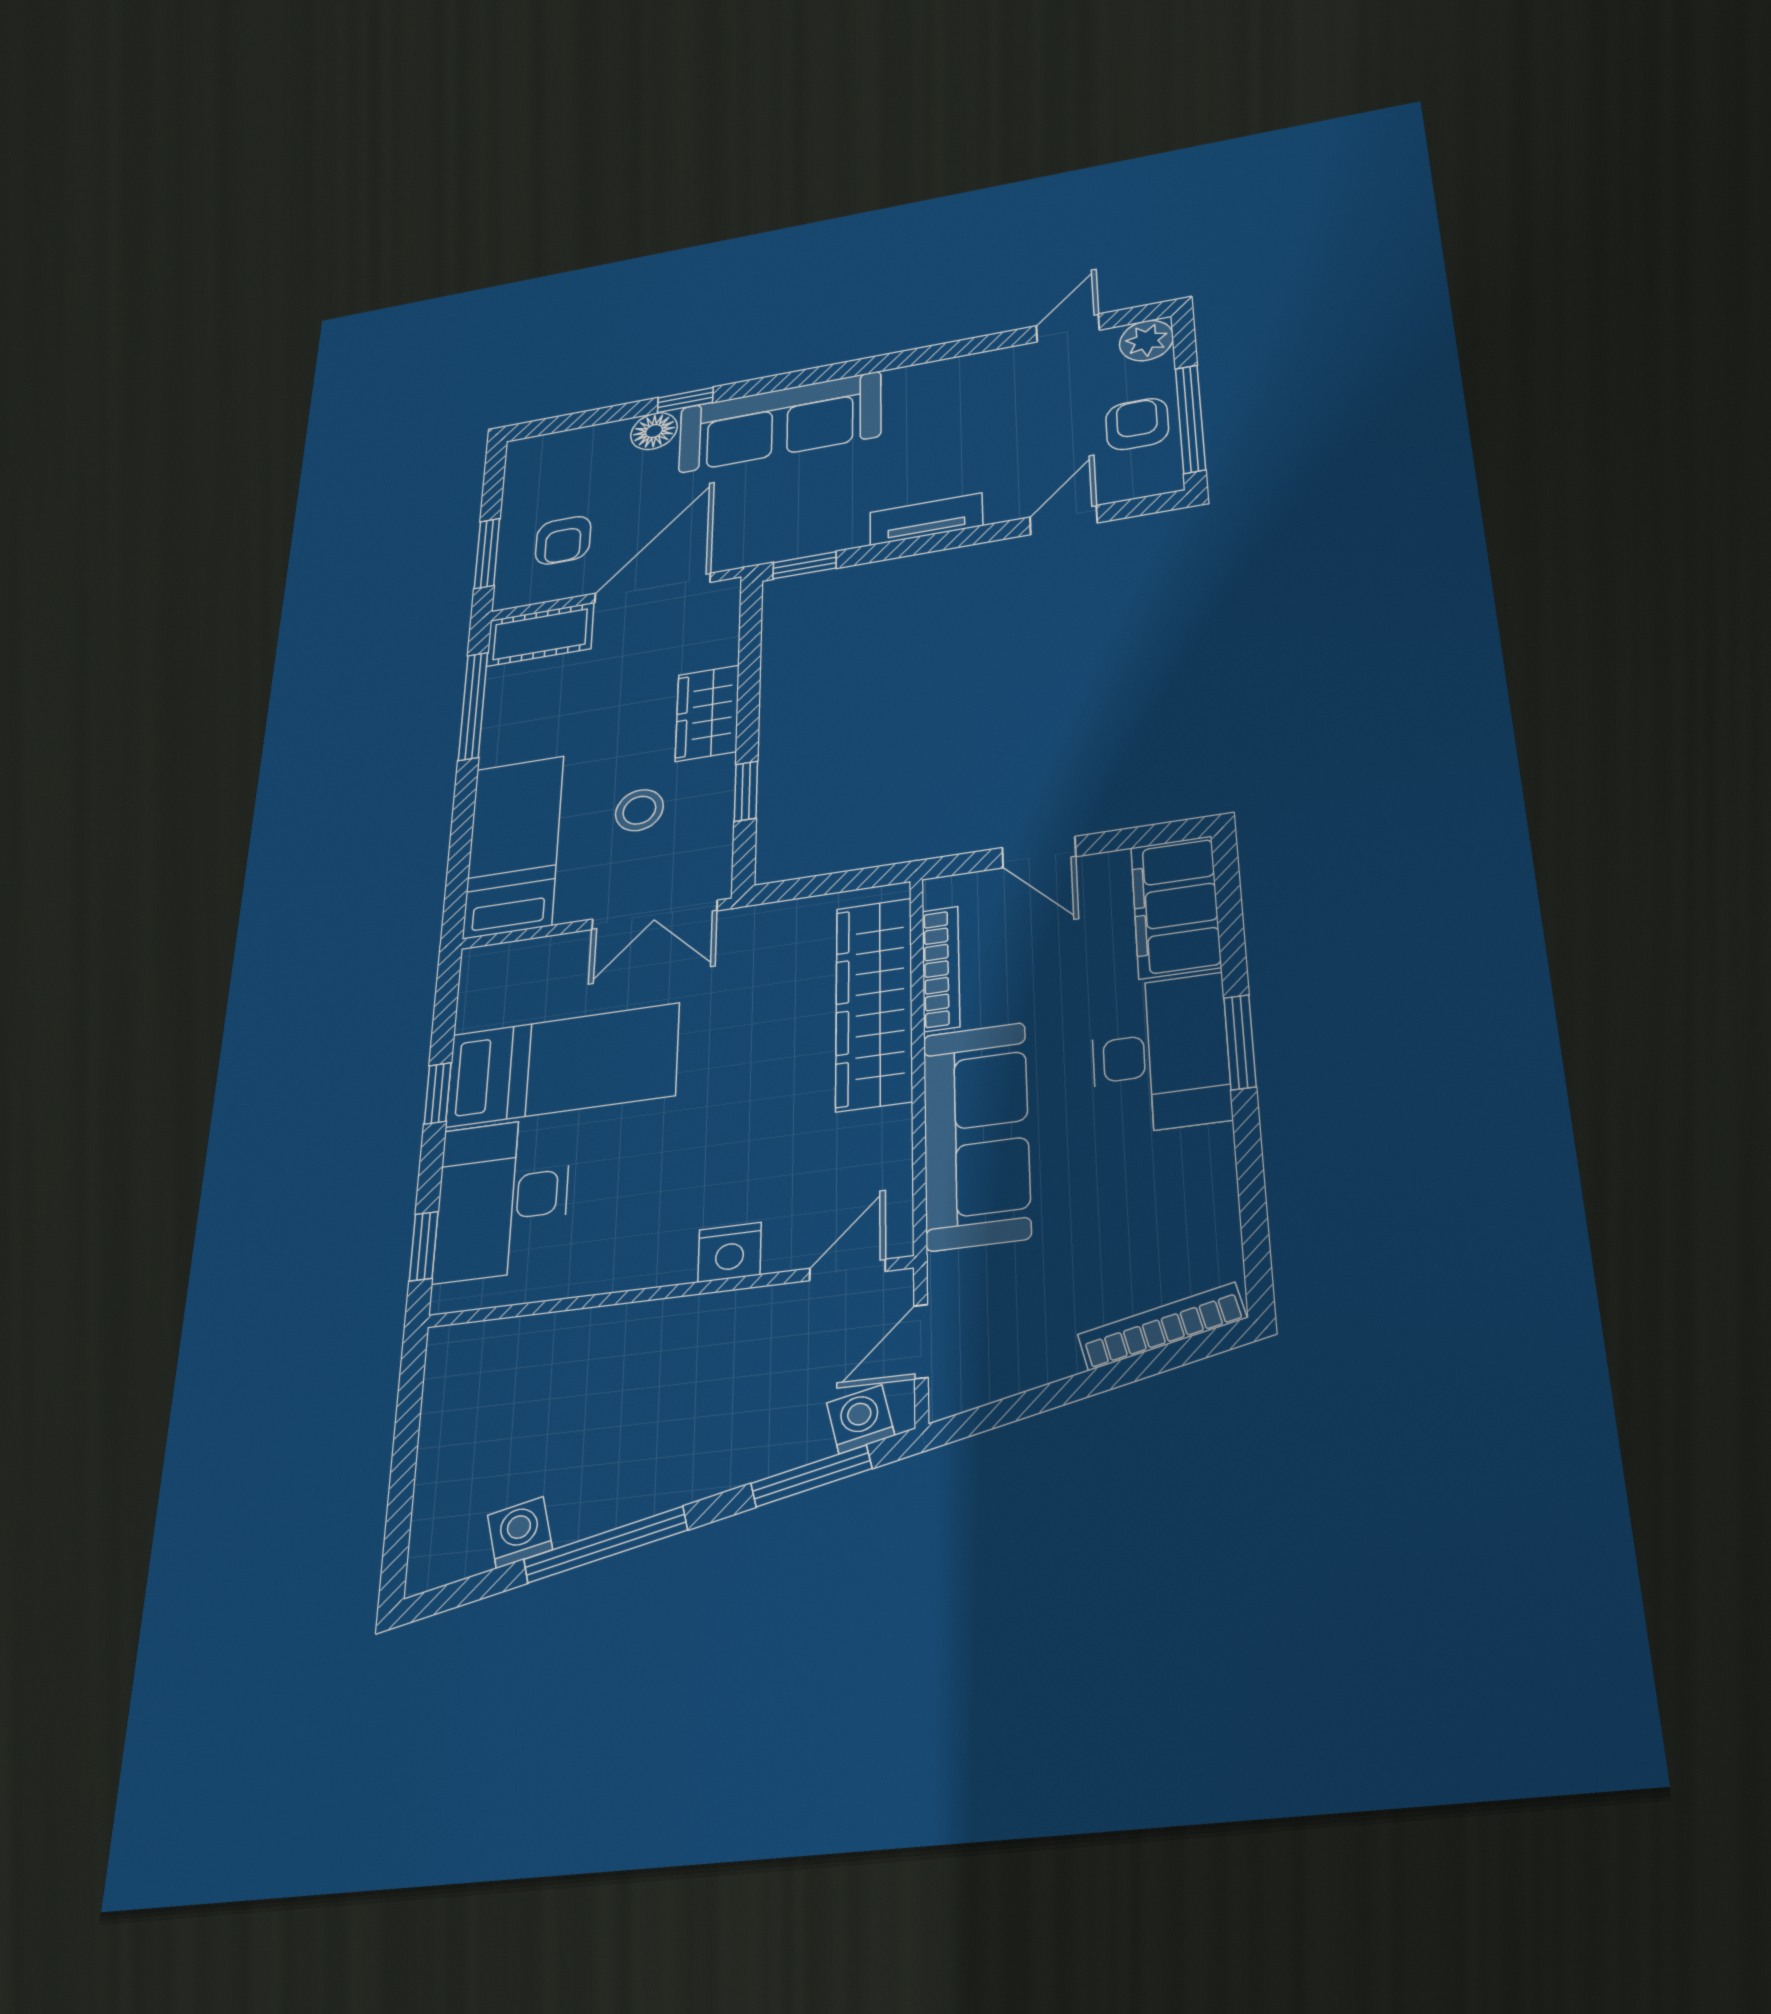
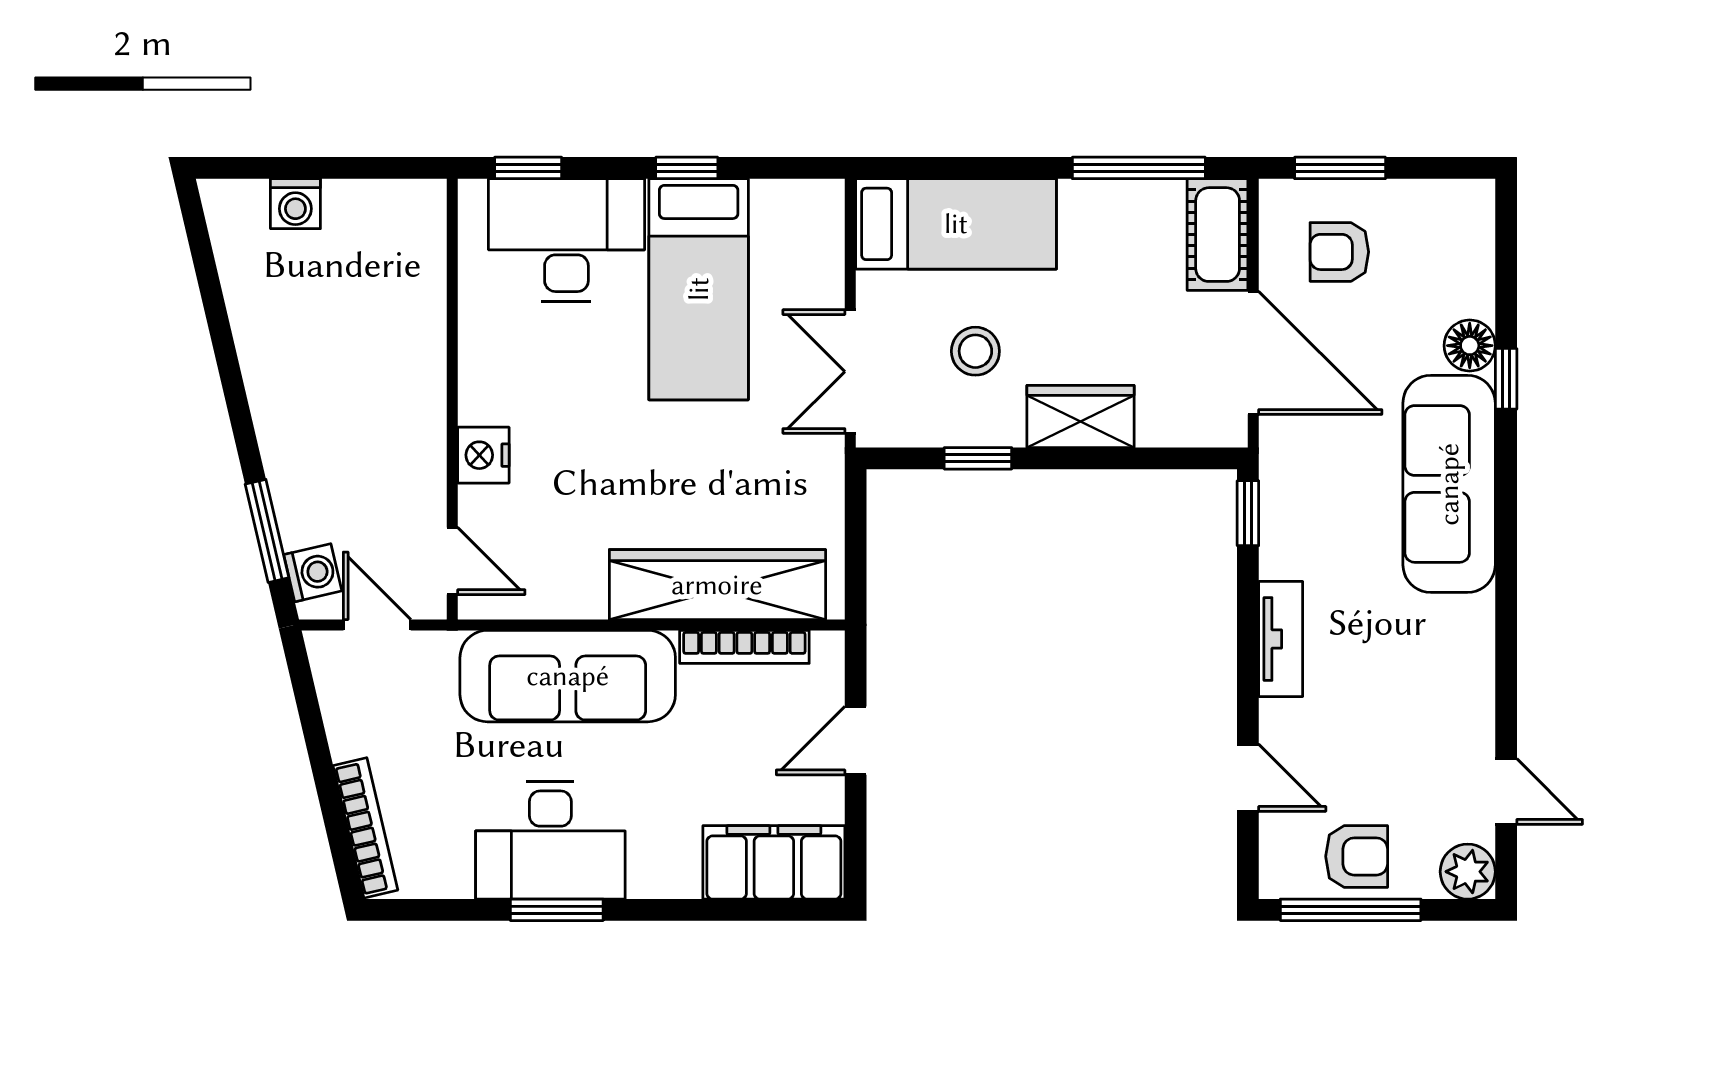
window: (1240, 1042) -> (557, 910), moved
desk: (1160, 1054) -> (550, 840), moved
washing machine: (520, 1532) -> (295, 204), moved, turned 103
window: (605, 1545) -> (226, 355), removed

